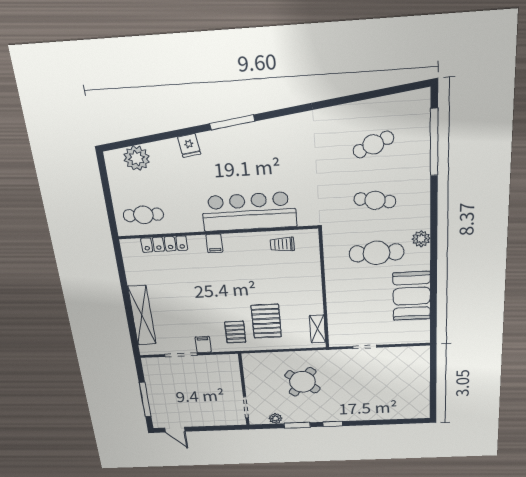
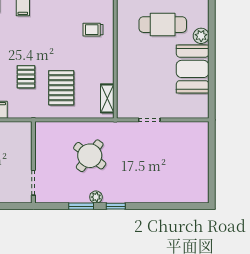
plant: (421, 239) -> (201, 36), moved
trolley: (282, 244) -> (93, 30), moved
pallet: (235, 332) -> (26, 77), moved
plant: (276, 418) -> (96, 197), moved

